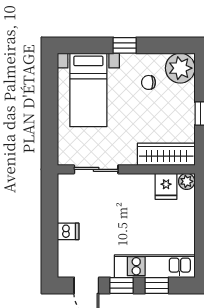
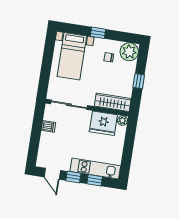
sliding door: (96, 169) -> (69, 105), width x1.37
fridge: (166, 186) -> (103, 123), width x1.88, depth x1.34
dishwasher: (68, 231) -> (48, 126), moved

